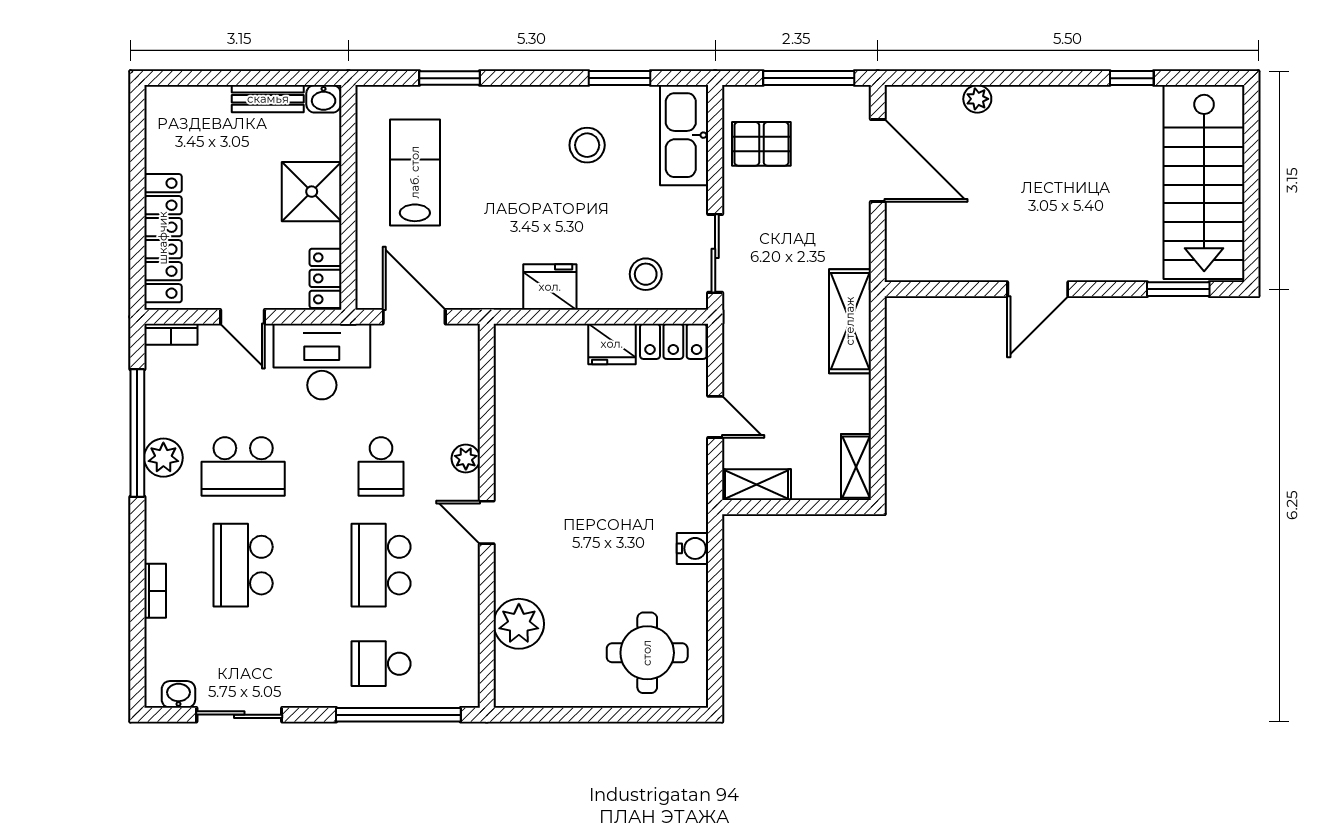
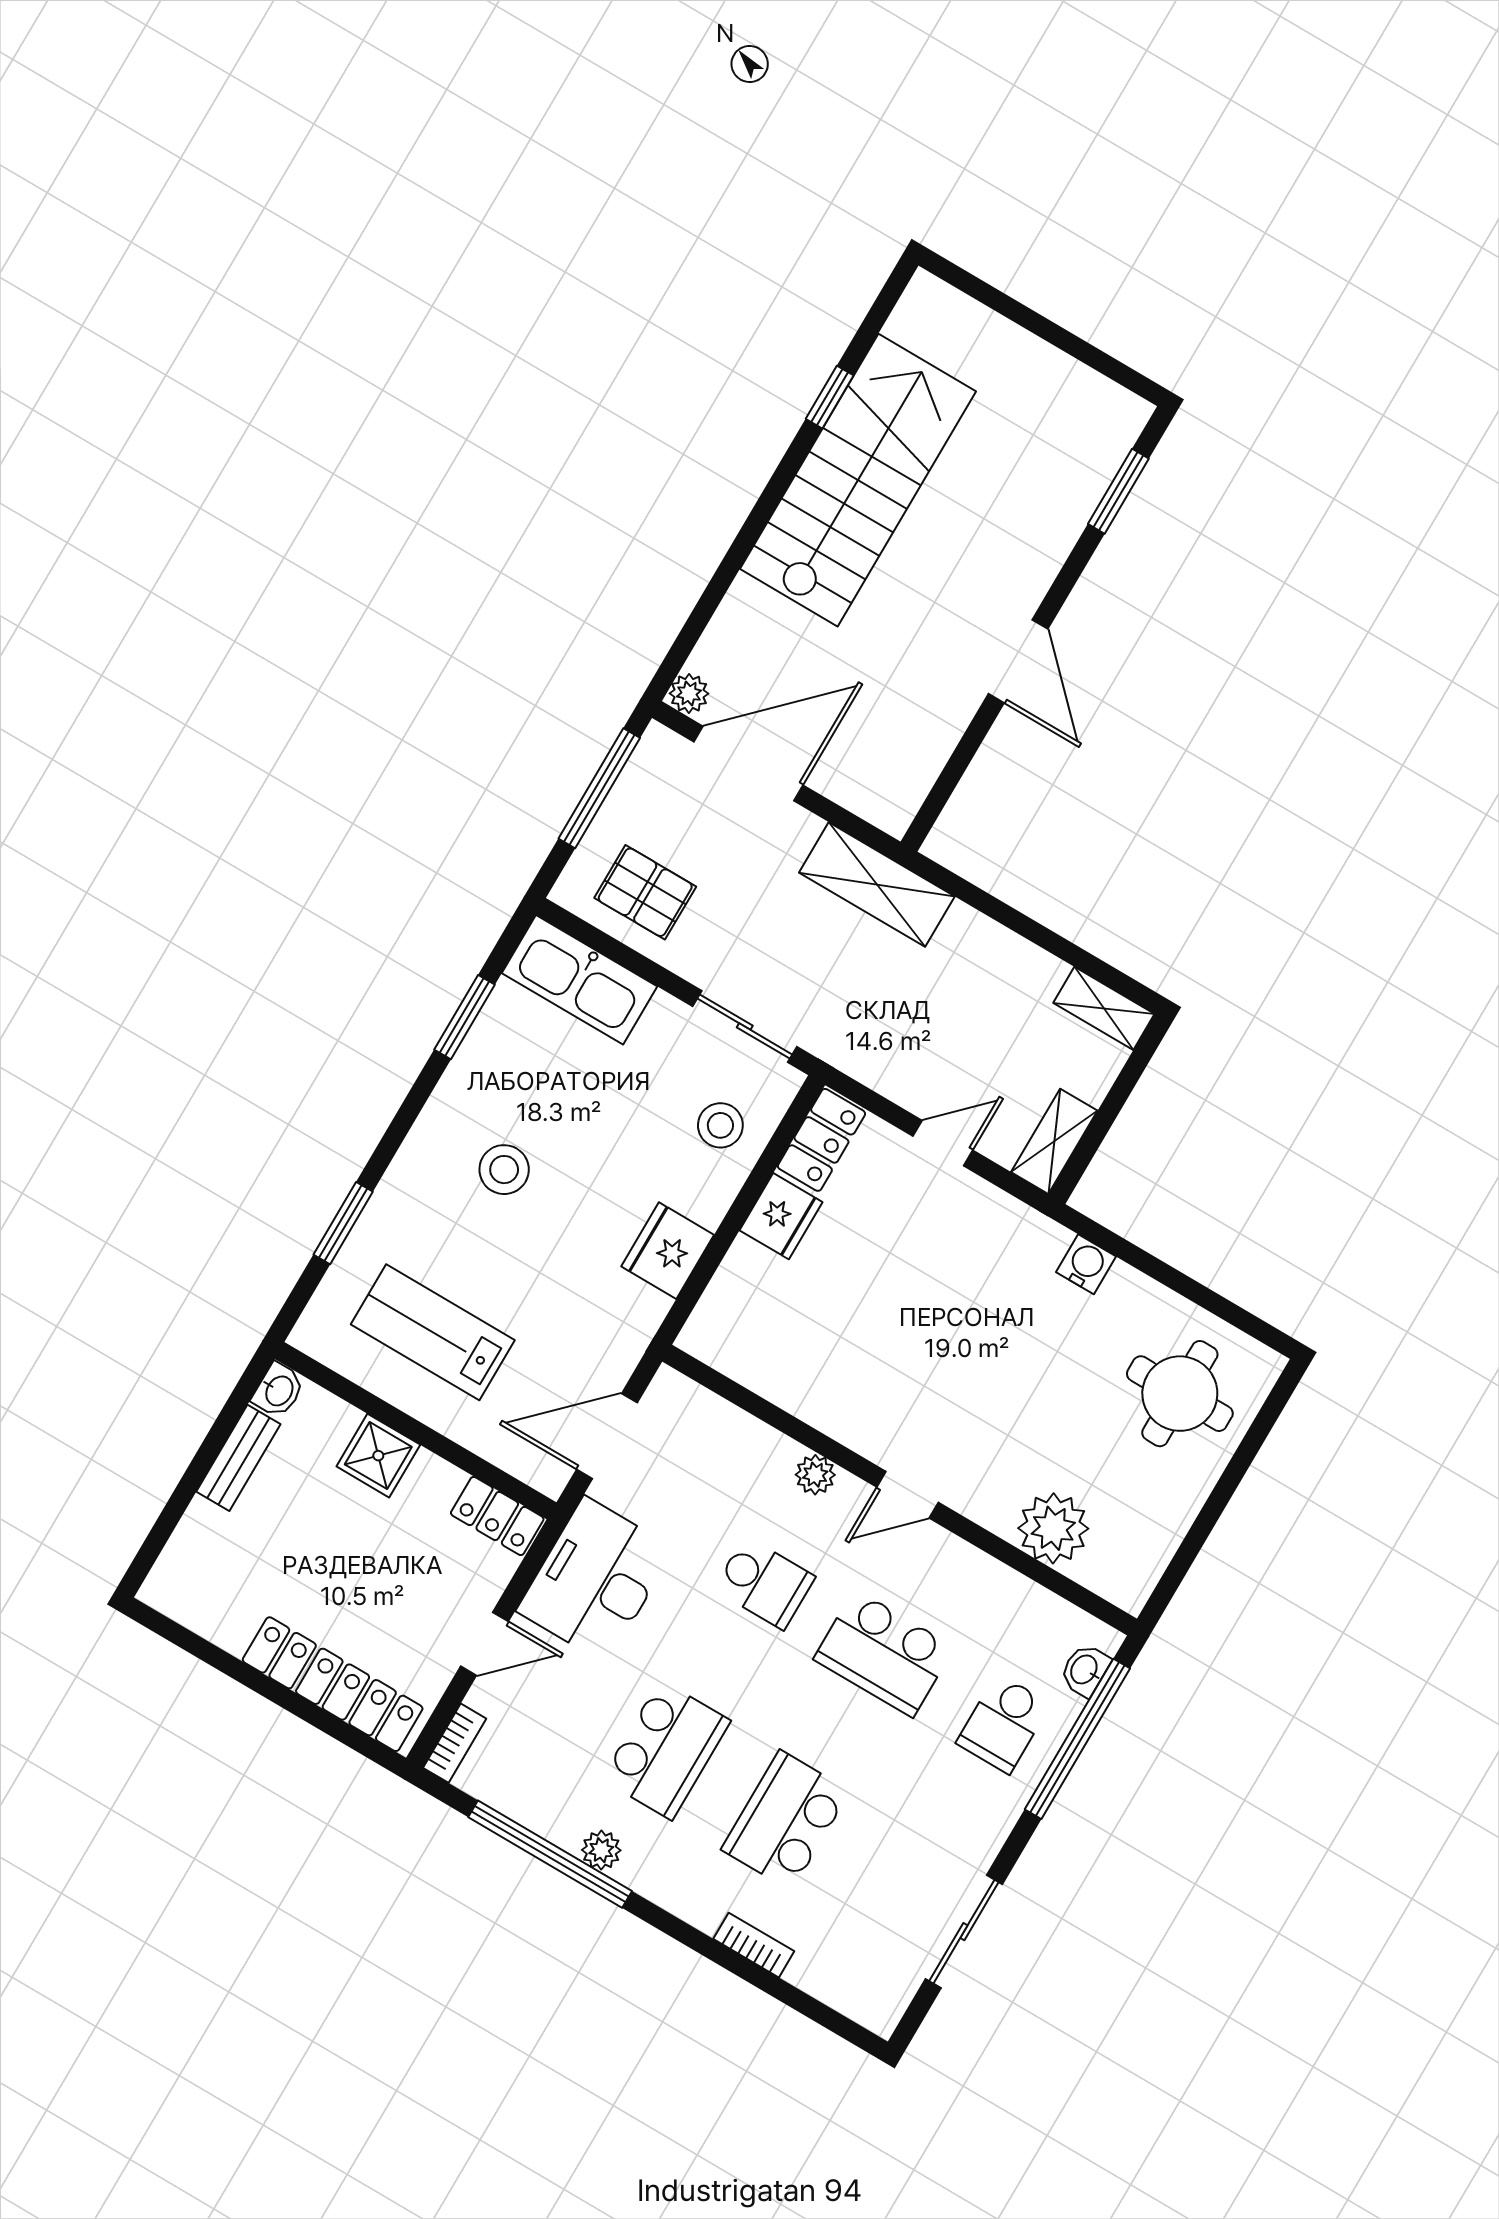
plant: (977, 99) -> (689, 693), moved
pallet: (761, 144) -> (645, 892), turned 90
stool: (587, 145) -> (504, 1170), moved
stairs: (1204, 182) -> (858, 480), moved, turned -90
shower: (312, 192) -> (378, 1456), width x0.73, depth x0.73
shelving: (850, 321) -> (877, 884), moved
plant: (163, 458) -> (601, 1850), width x0.73, depth x0.73
school desk: (243, 565) -> (786, 1820), turned 90
washbasin: (178, 694) -> (1085, 1670), moved

